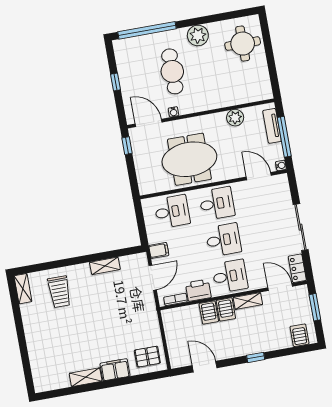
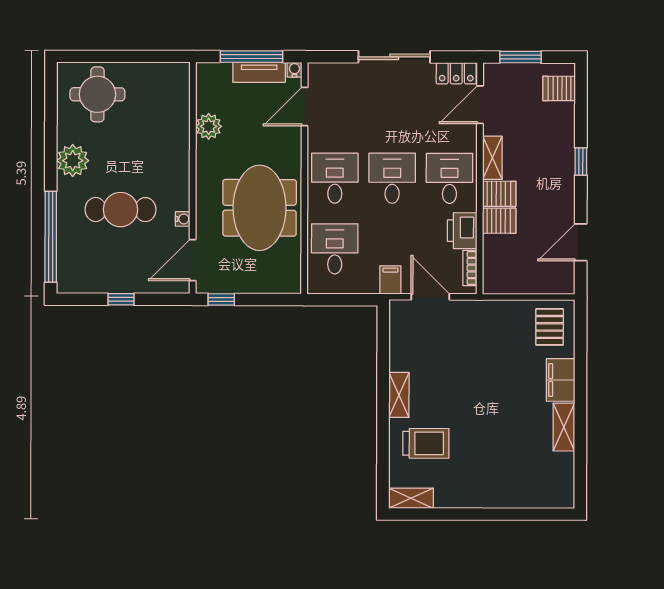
tv unit: (272, 126) -> (259, 72), moved
shelving: (105, 266) -> (399, 395), moved

